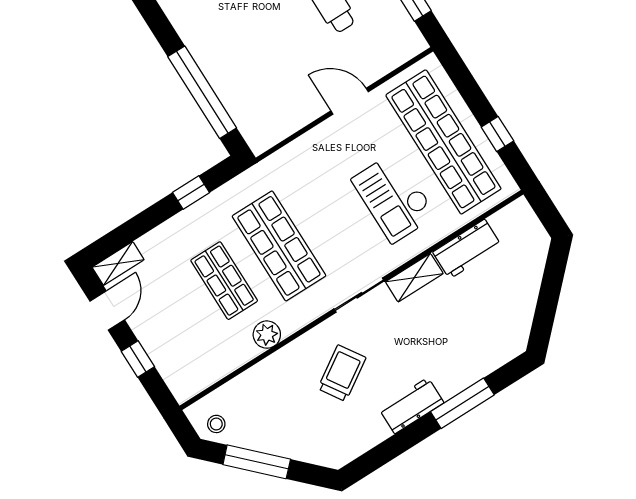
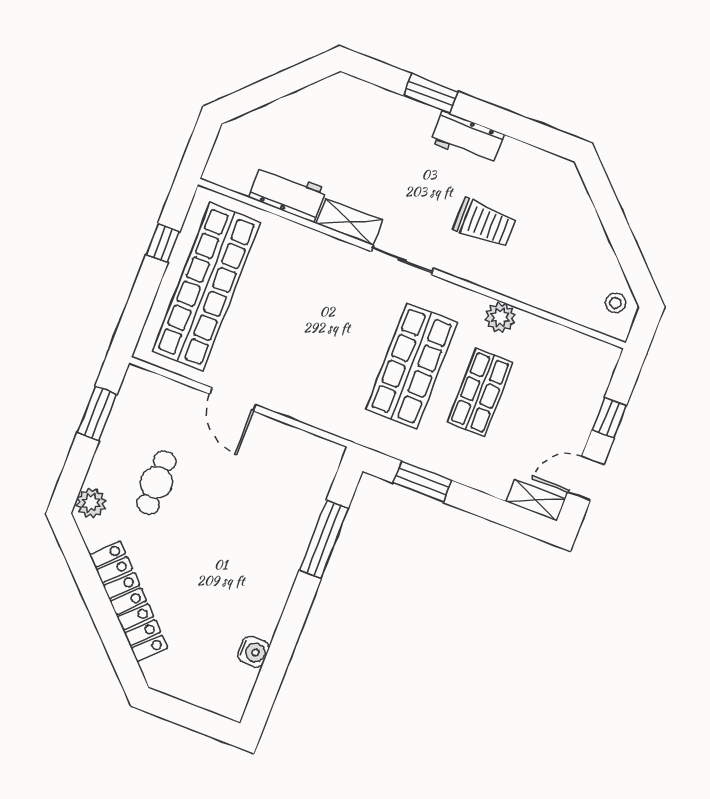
window: (202, 92) -> (324, 539), width x0.68
window: (191, 193) -> (422, 482), width x1.50
checkout: (394, 197) -> (290, 294), removed
trolley: (342, 373) -> (485, 223), turned -147
window: (462, 403) -> (431, 94), width x0.69
window: (257, 462) -> (623, 241), removed

